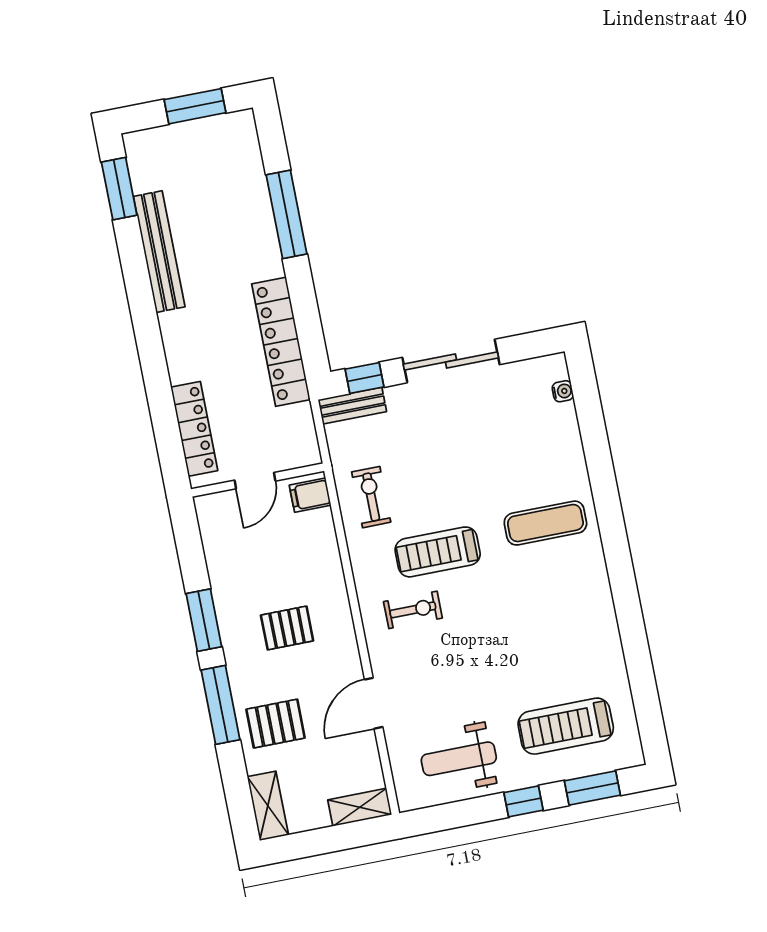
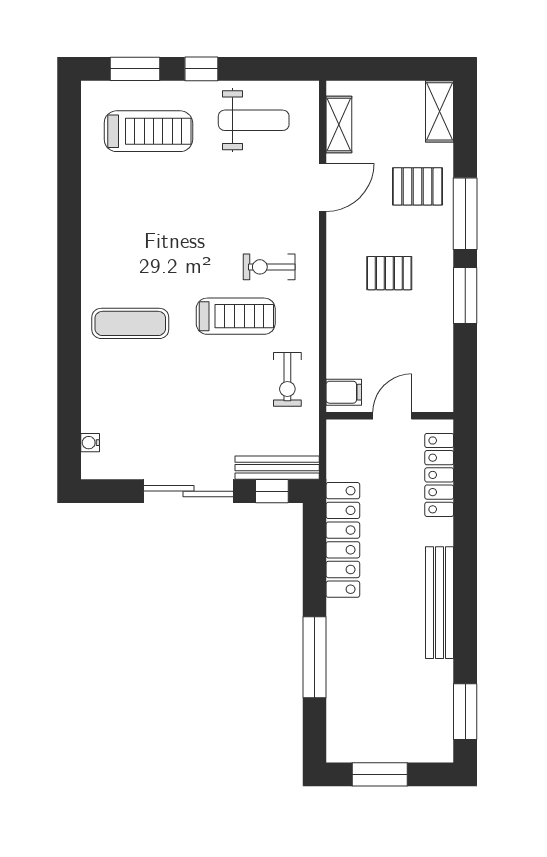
bench: (159, 252) -> (440, 603), moved
bench: (352, 406) -> (277, 468), width x1.36
shelving: (360, 807) -> (339, 125), moved, turned 90

